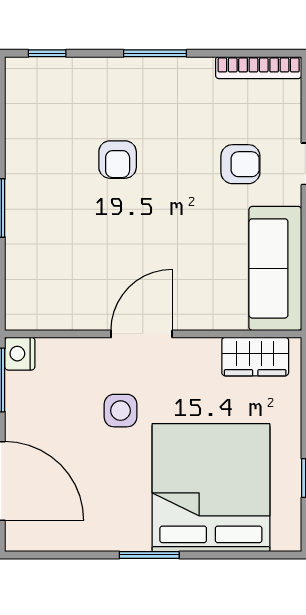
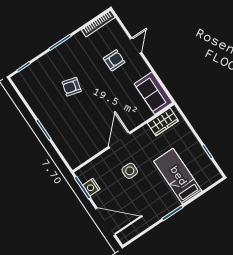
armchair: (118, 160) -> (72, 87), turned 105
sofa: (275, 268) -> (153, 93), width x0.73
nightstand: (20, 354) -> (91, 187), moved
bed: (211, 488) -> (178, 176), width x0.49

